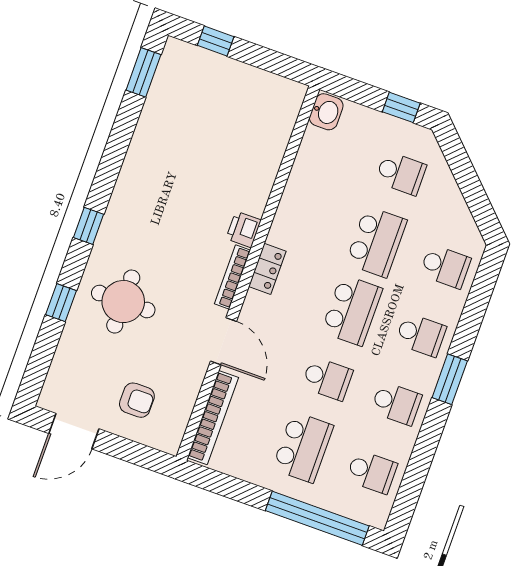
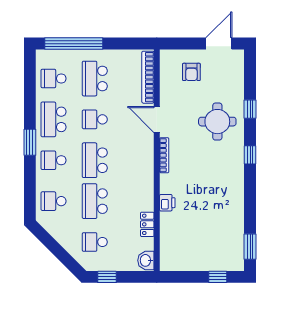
printer: (244, 229) -> (167, 203), moved
locker: (267, 269) -> (147, 224), moved
armchair: (137, 400) -> (191, 72), turned -90
school desk: (396, 403) -> (54, 119), width x1.85

